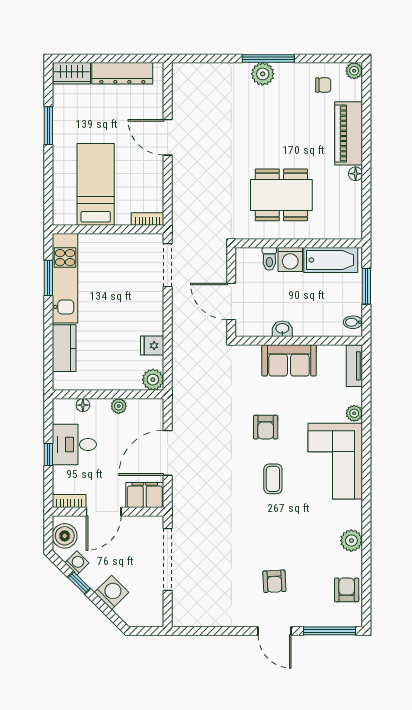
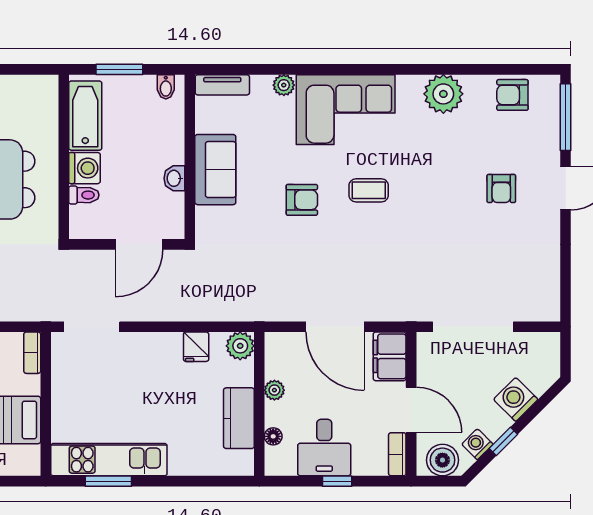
kitchen counter: (64, 348) -> (239, 418), moved, turned -90
plant: (351, 541) -> (443, 94), width x1.36, depth x1.36
armchair: (274, 581) -> (501, 188), turned 93

